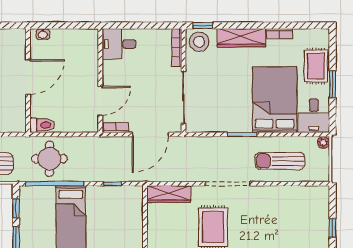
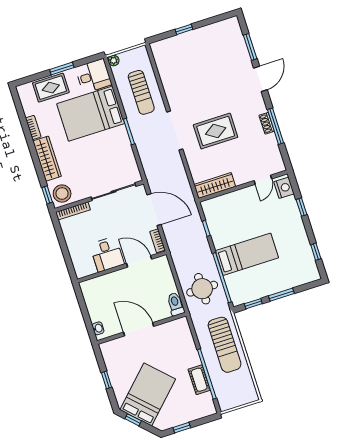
desk: (119, 44) -> (107, 254), moved
wardrobe: (169, 194) -> (215, 186), moved, turned -90

